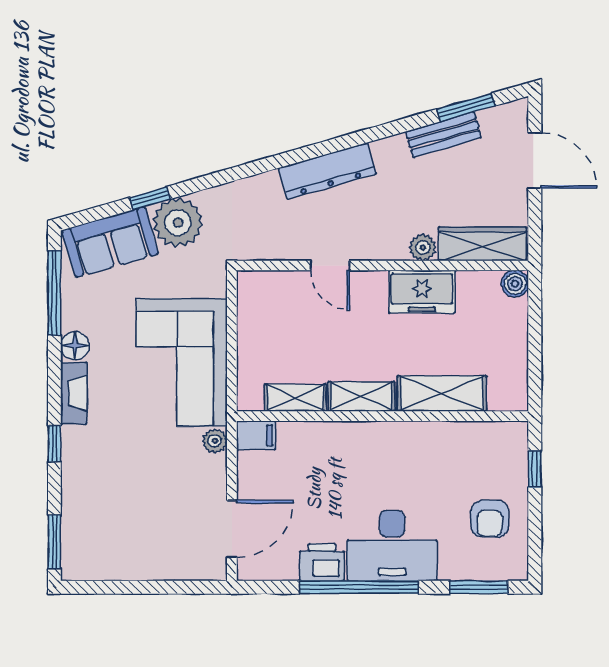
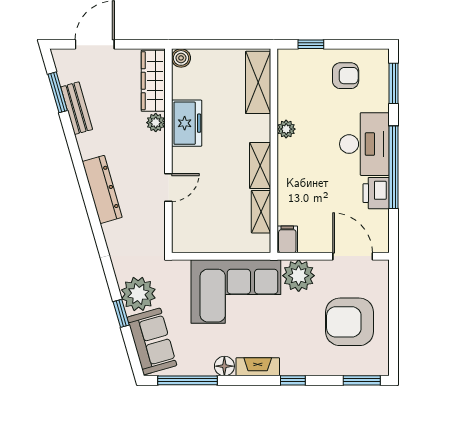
shelving: (442, 394) -> (258, 82), moved
plant: (413, 434) -> (286, 129), added
plant: (215, 441) -> (299, 276), width x1.88, depth x1.88
armchair: (138, 524) -> (350, 322), added

